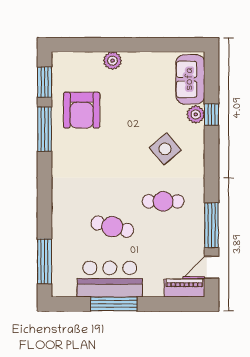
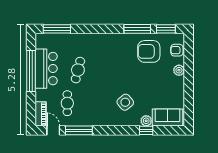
armchair: (80, 64) -> (177, 50), added
cafe table: (163, 201) -> (67, 103), moved
window: (114, 304) -> (31, 71), width x1.46

